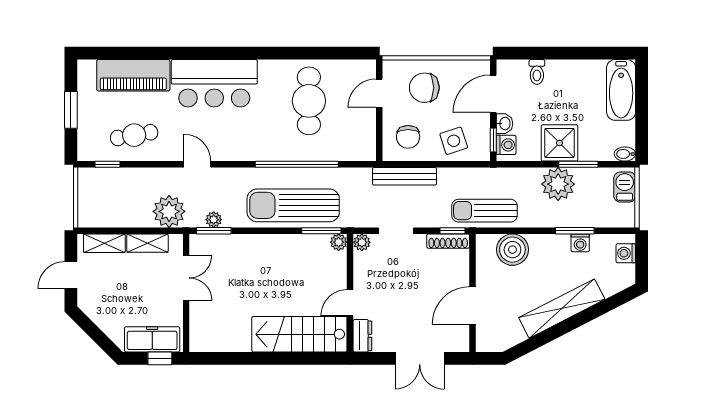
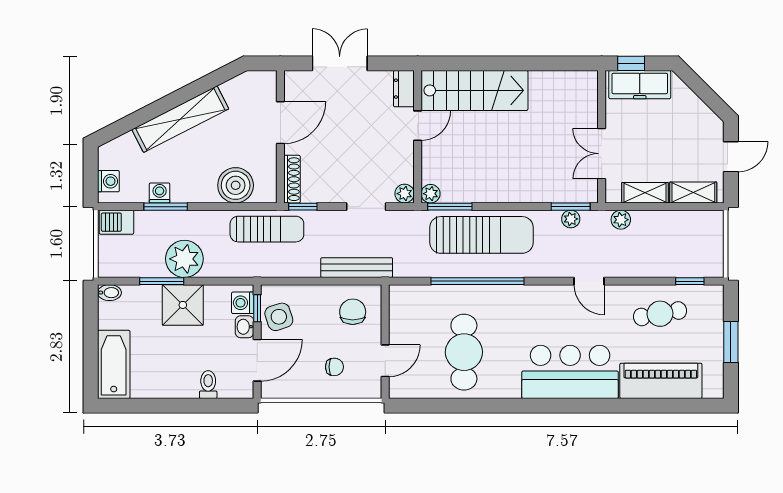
chair: (424, 88) -> (334, 367), width x0.54, depth x0.54
side table: (454, 141) -> (279, 317), moved
barbecue: (625, 187) -> (116, 222), moved, turned 90
plant: (169, 211) -> (621, 220), width x0.53, depth x0.53
shoe rack: (448, 241) -> (292, 179), moved, turned 90

